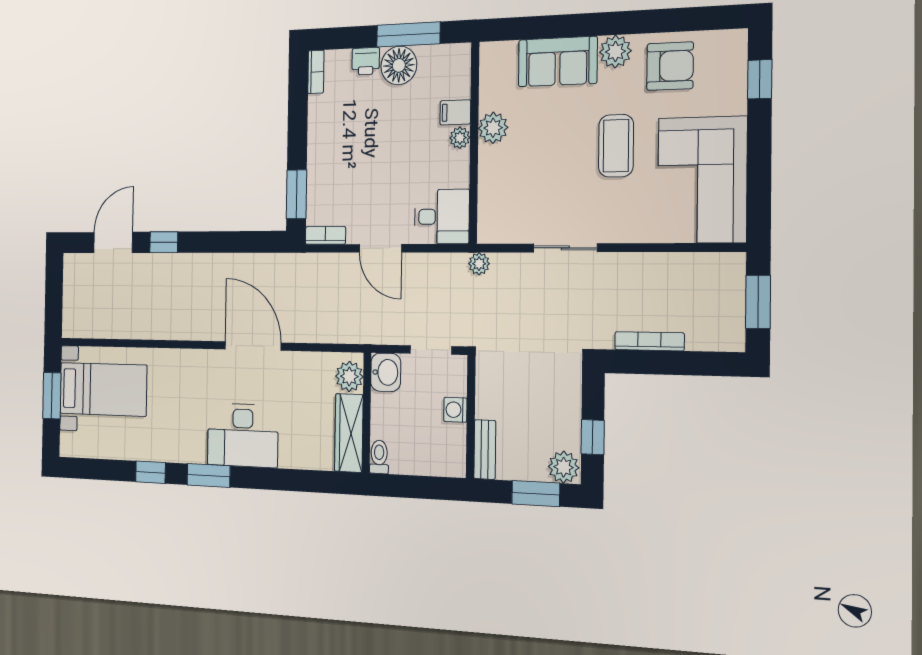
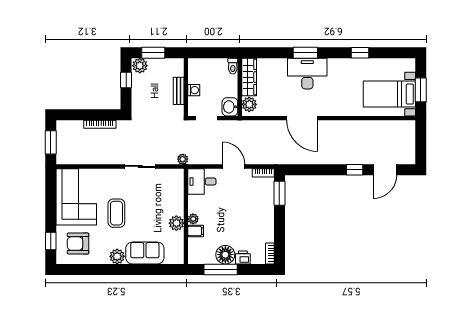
armchair: (670, 66) -> (78, 244), moved
bench: (485, 450) -> (179, 91), moved
window: (209, 475) -> (305, 53), moved

